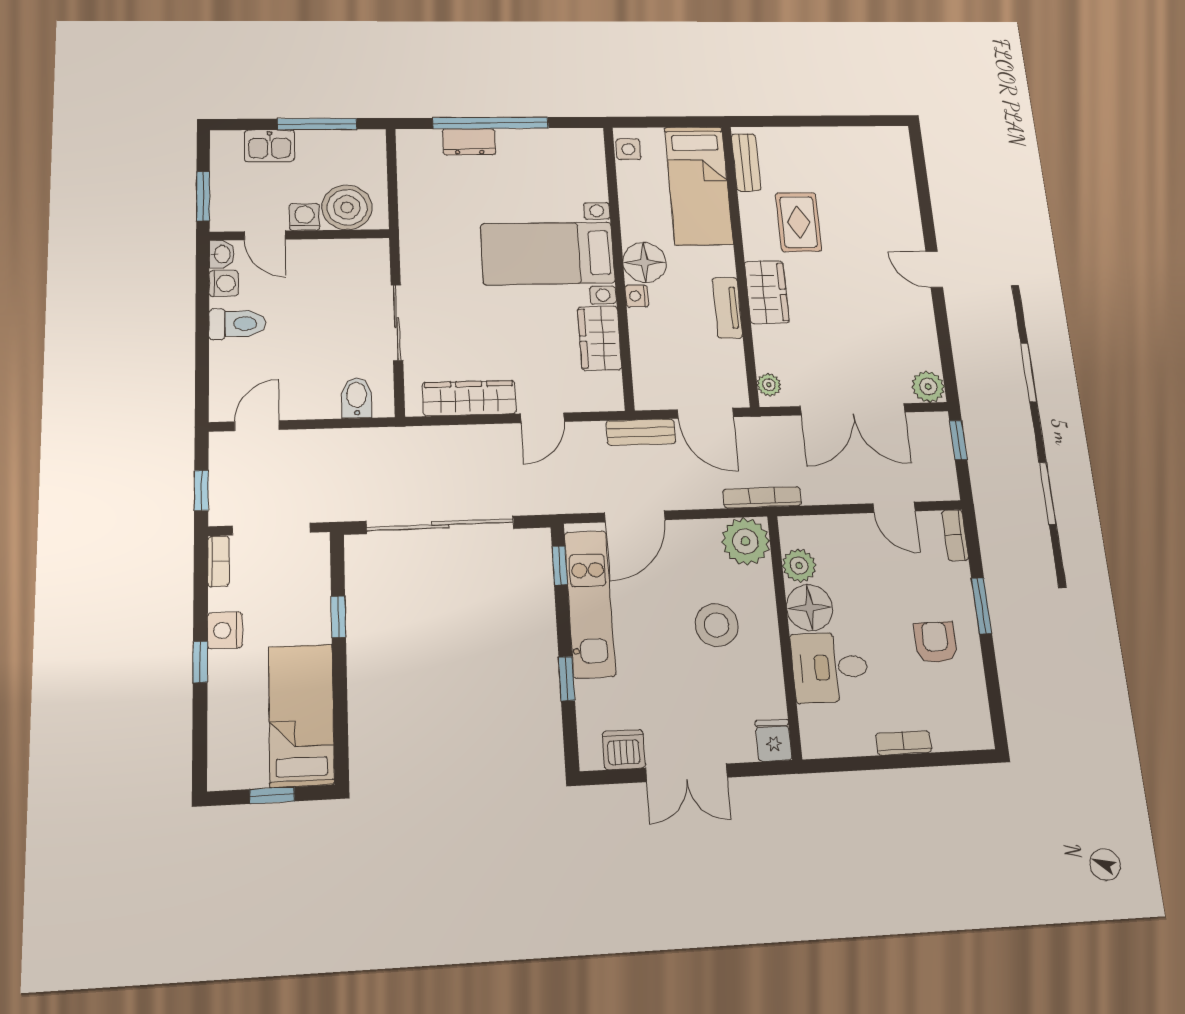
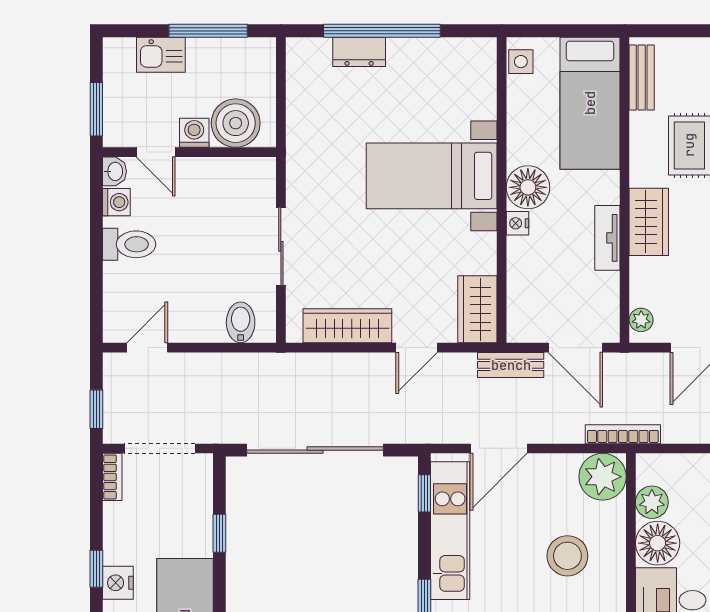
wardrobe: (600, 338) -> (477, 309), moved
nightstand: (225, 630) -> (118, 583), moved

